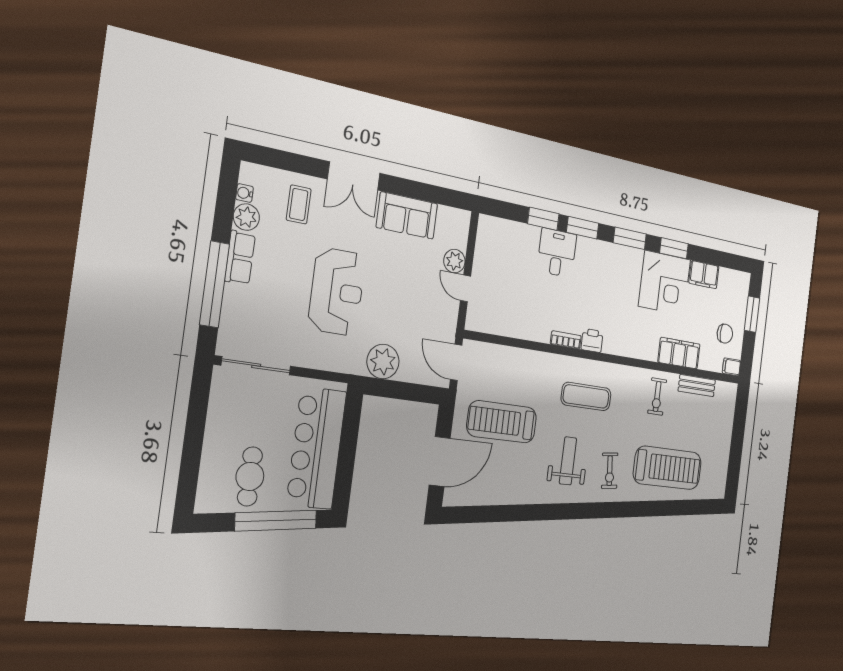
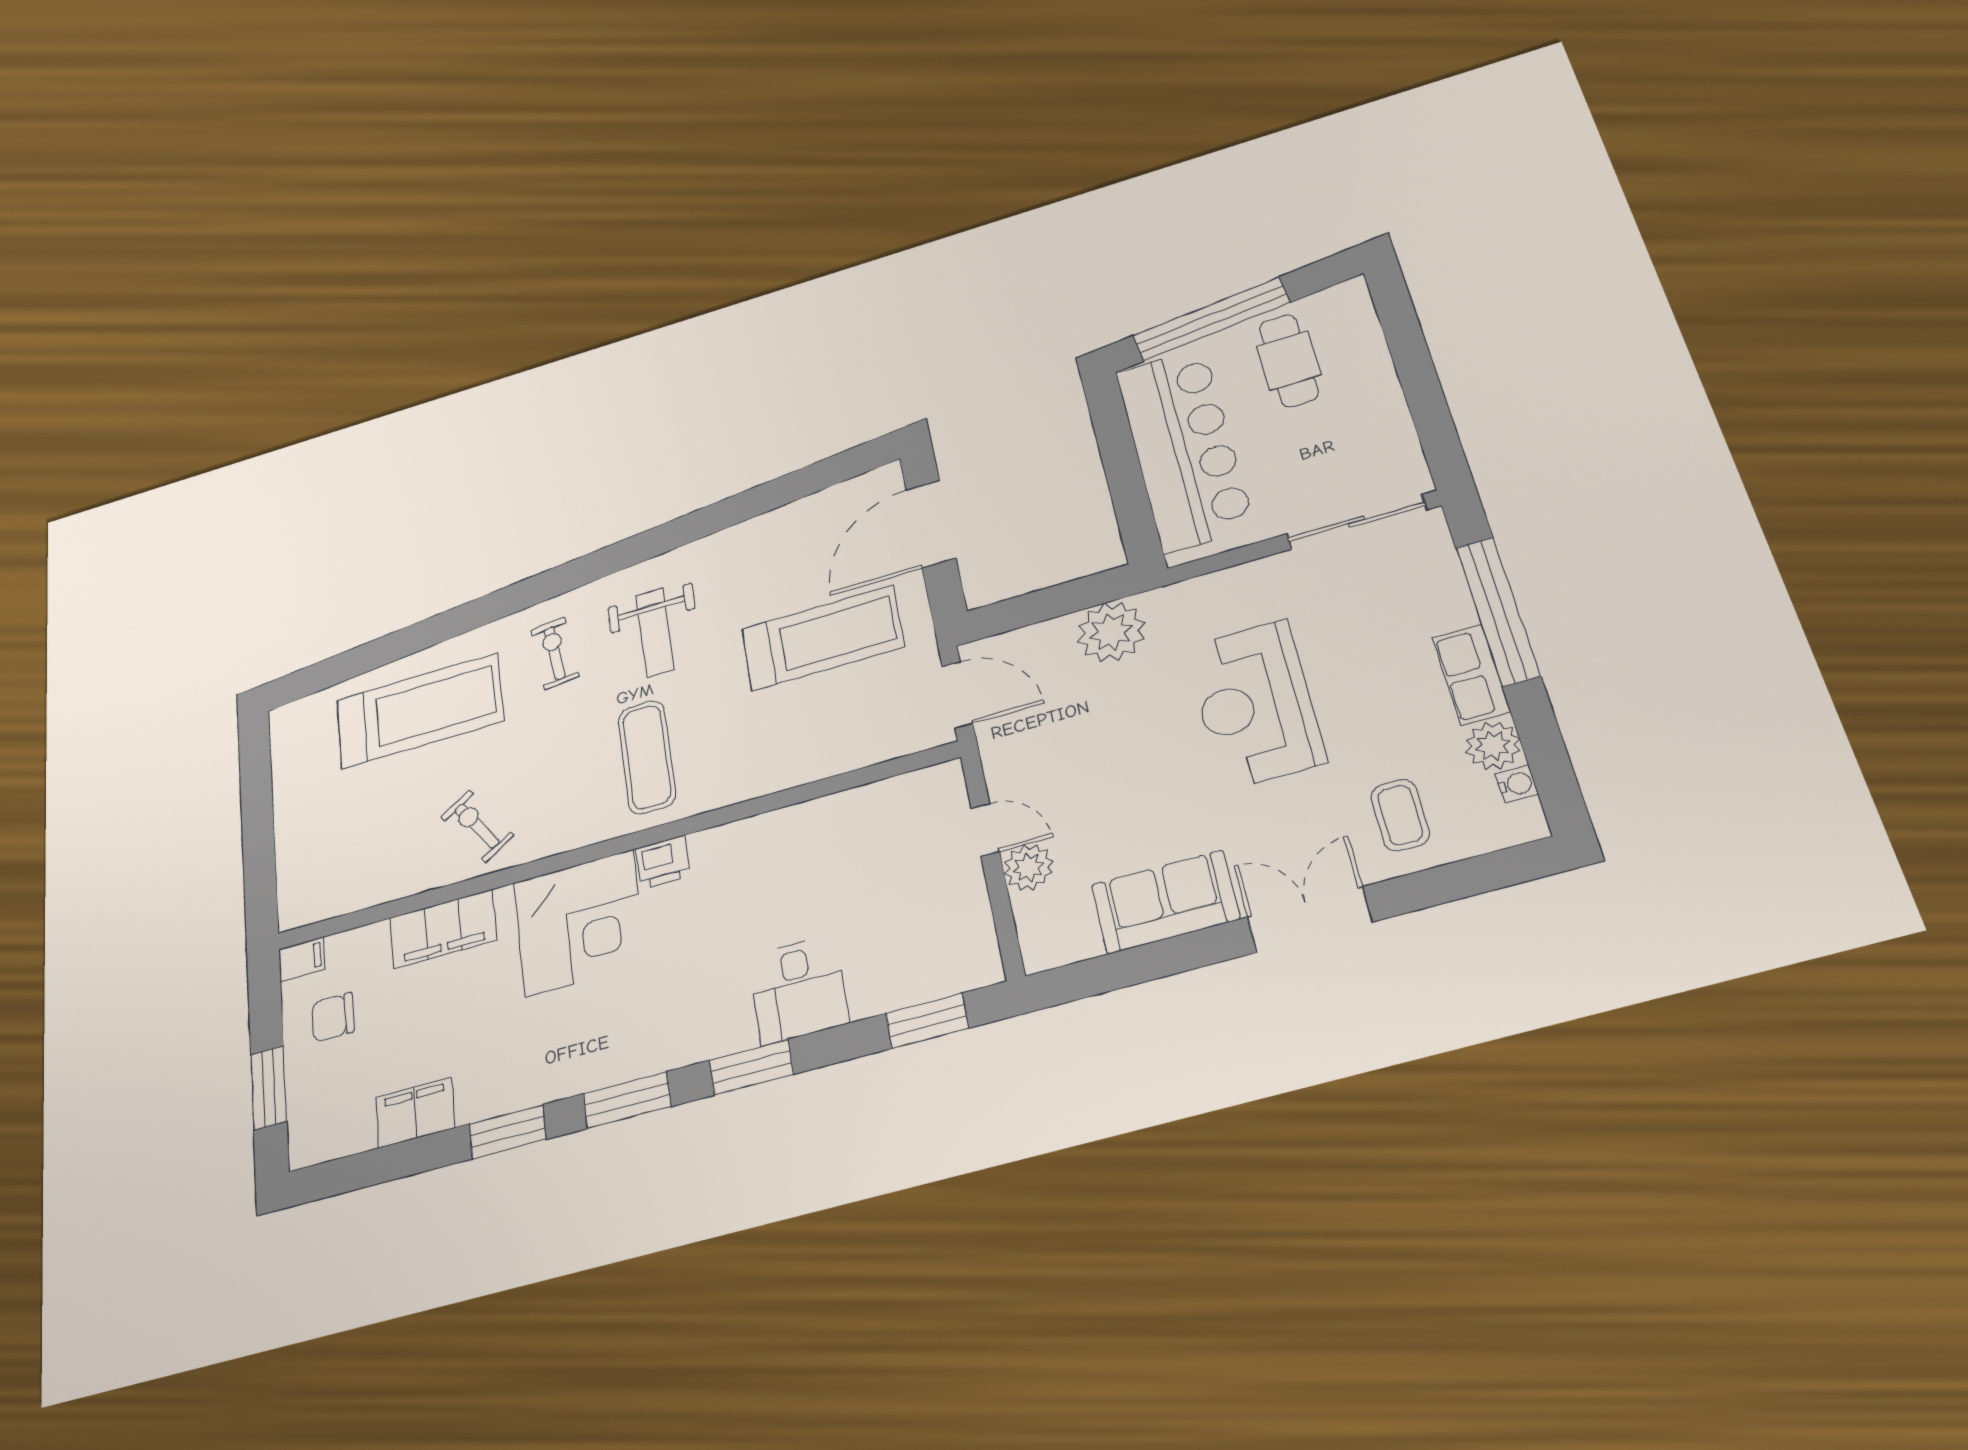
window: (543, 219) -> (927, 1021), moved
corner desk: (664, 283) -> (579, 923), moved, turned 180
bookcase: (566, 340) -> (725, 837), removed
bench: (697, 386) -> (383, 887), removed
exercise mat: (586, 396) -> (647, 757), turned 90
exercise bike: (657, 397) -> (477, 826), turned -33
treadmill: (668, 468) -> (420, 711), turned 180

